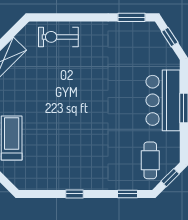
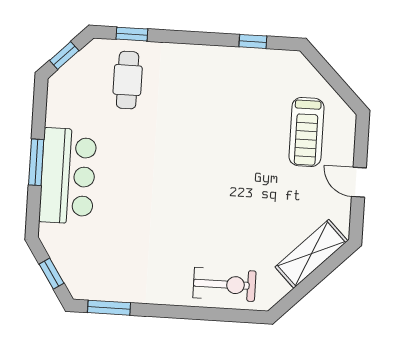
cafe table: (150, 160) -> (128, 80), moved
window: (74, 194) -> (253, 41), moved

